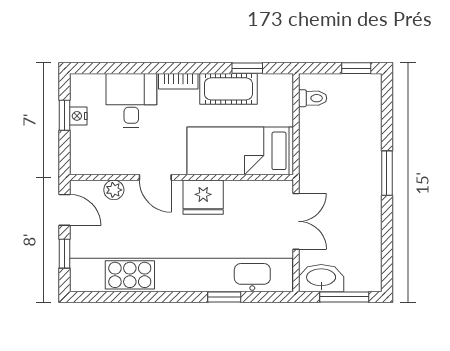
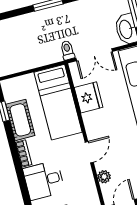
toilet: (313, 98) -> (67, 50), moved
fridge: (203, 197) -> (89, 97), moved
double door: (296, 221) -> (94, 55), swing flipped

